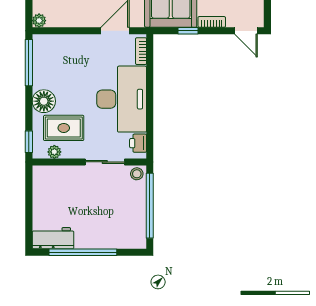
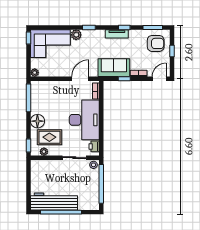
door: (246, 31) -> (159, 79), swing flipped
workbench: (53, 238) -> (54, 201), width x1.88, depth x1.32

